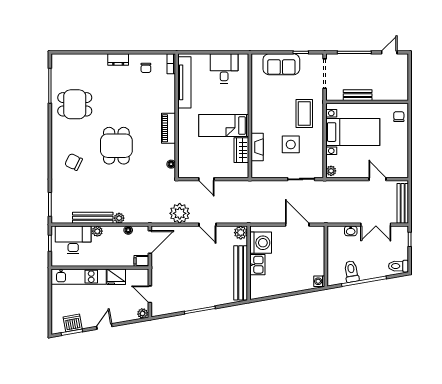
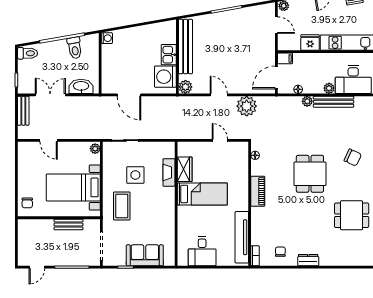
bench: (403, 203) -> (23, 111), width x0.73
washbasin: (351, 231) -> (81, 86), width x1.91, depth x1.45

